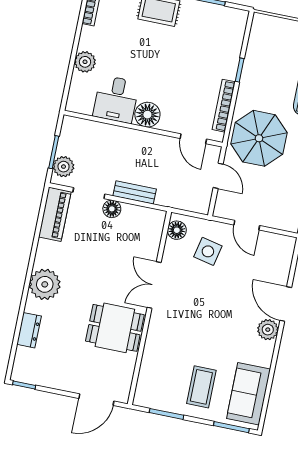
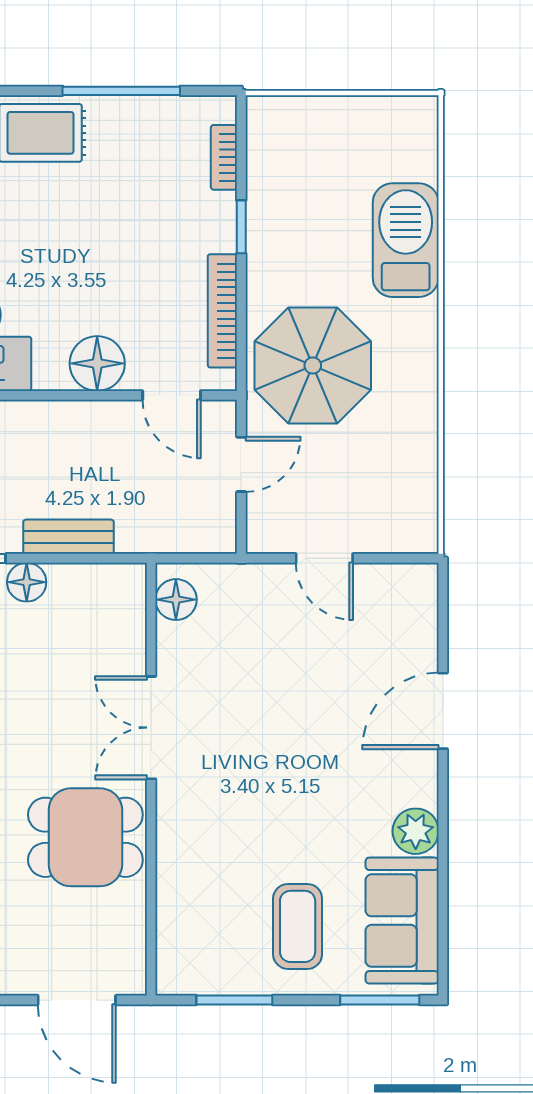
bookcase: (238, 37) -> (224, 157), added
floor lamp: (147, 115) -> (97, 363), moved
door: (218, 176) -> (241, 464), hinge flipped
side table: (208, 251) -> (252, 632), removed
door: (286, 304) -> (443, 711), hinge flipped
plant: (268, 330) -> (416, 831), moved
door: (96, 400) -> (77, 1000), hinge flipped

